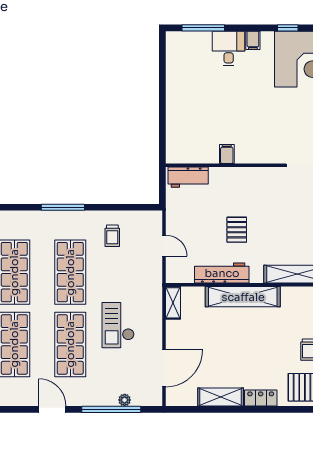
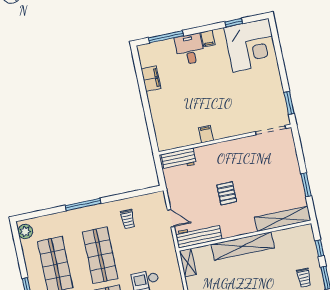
filing cabinet: (175, 74) -> (151, 79), added
workbench: (222, 273) -> (199, 235), moved

